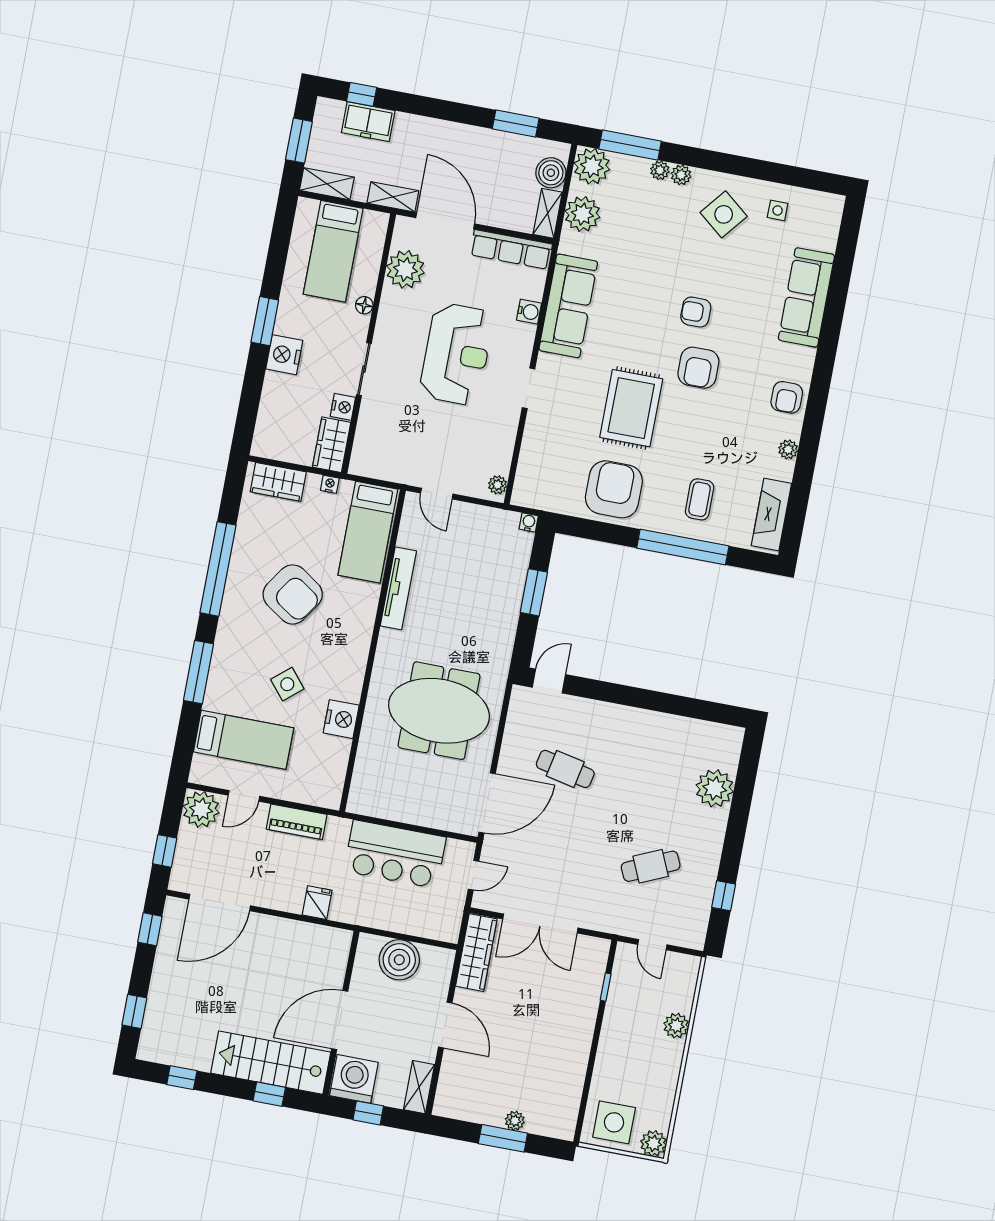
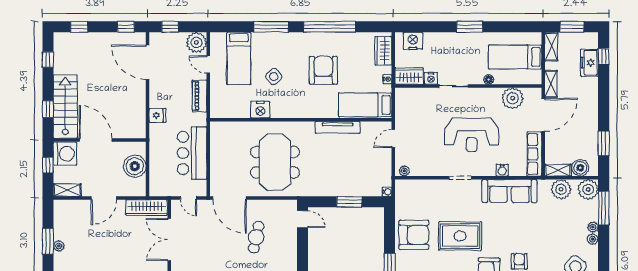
nightstand: (284, 355) -> (413, 41), moved
armchair: (293, 594) -> (323, 70), turned 146

